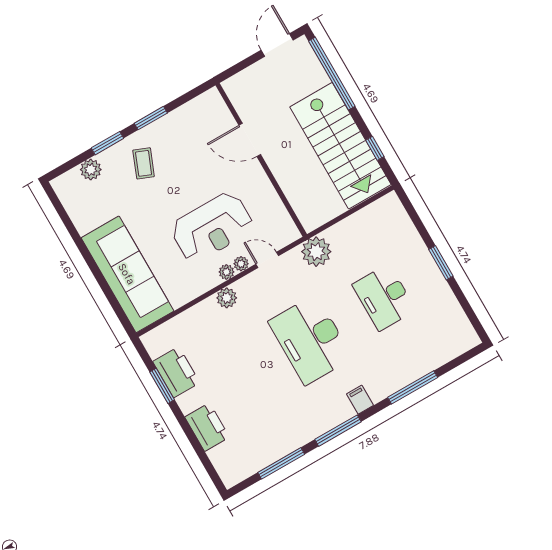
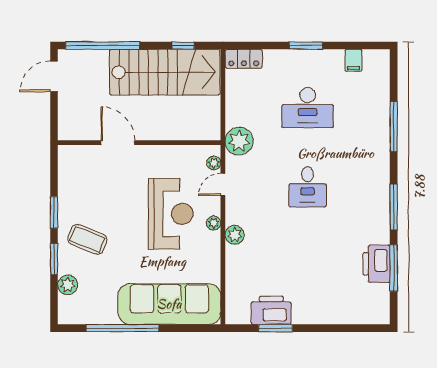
door: (277, 45) -> (54, 76), hinge flipped
door: (250, 140) -> (118, 143), swing flipped
coffee table: (144, 163) -> (87, 239), width x1.36, depth x1.30
locker: (395, 212) -> (244, 59), added
window: (80, 244) -> (123, 328), added
plant: (241, 264) -> (214, 163), moved
desk: (310, 340) -> (308, 187), width x0.53, depth x0.77
filing cabinet: (360, 400) -> (354, 60), moved, turned -90
printer: (207, 427) -> (376, 264), moved, turned -90

